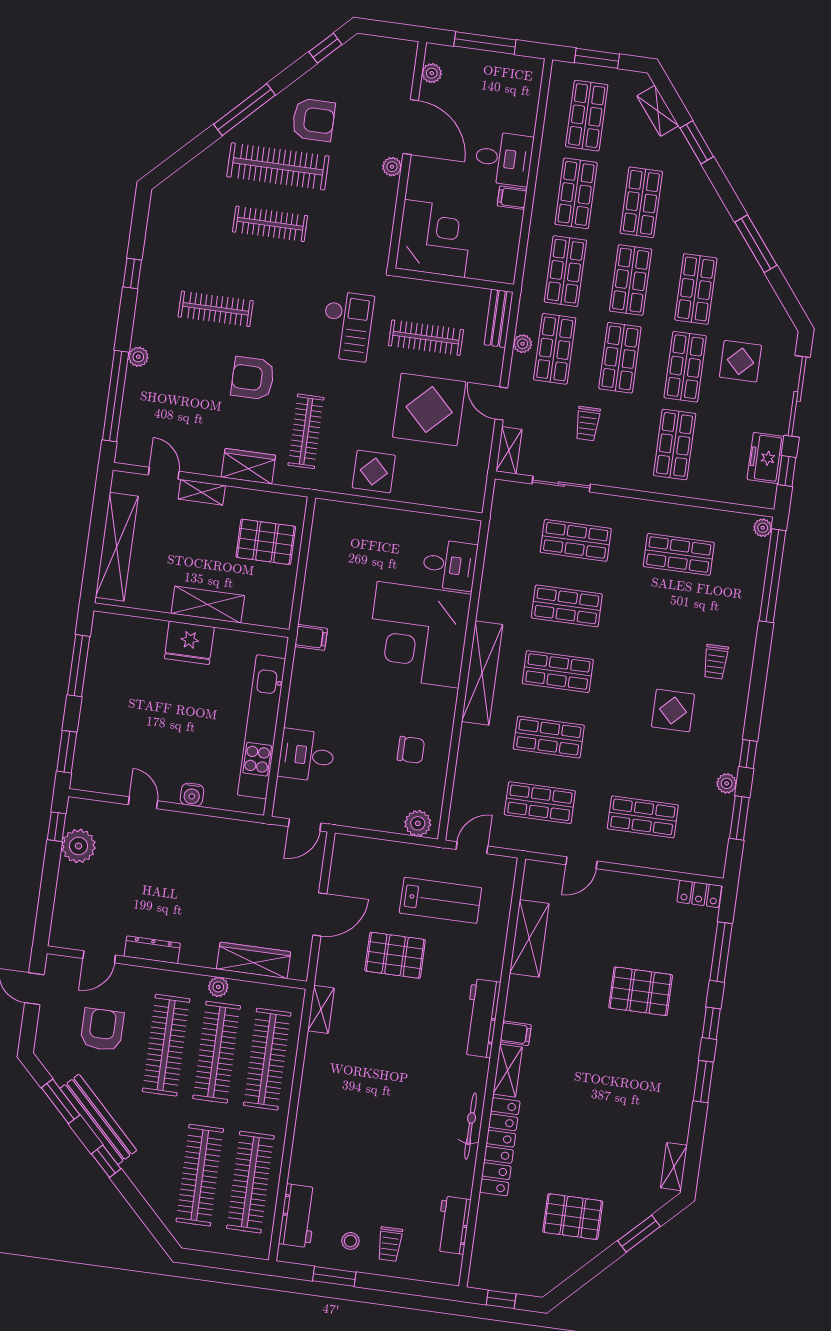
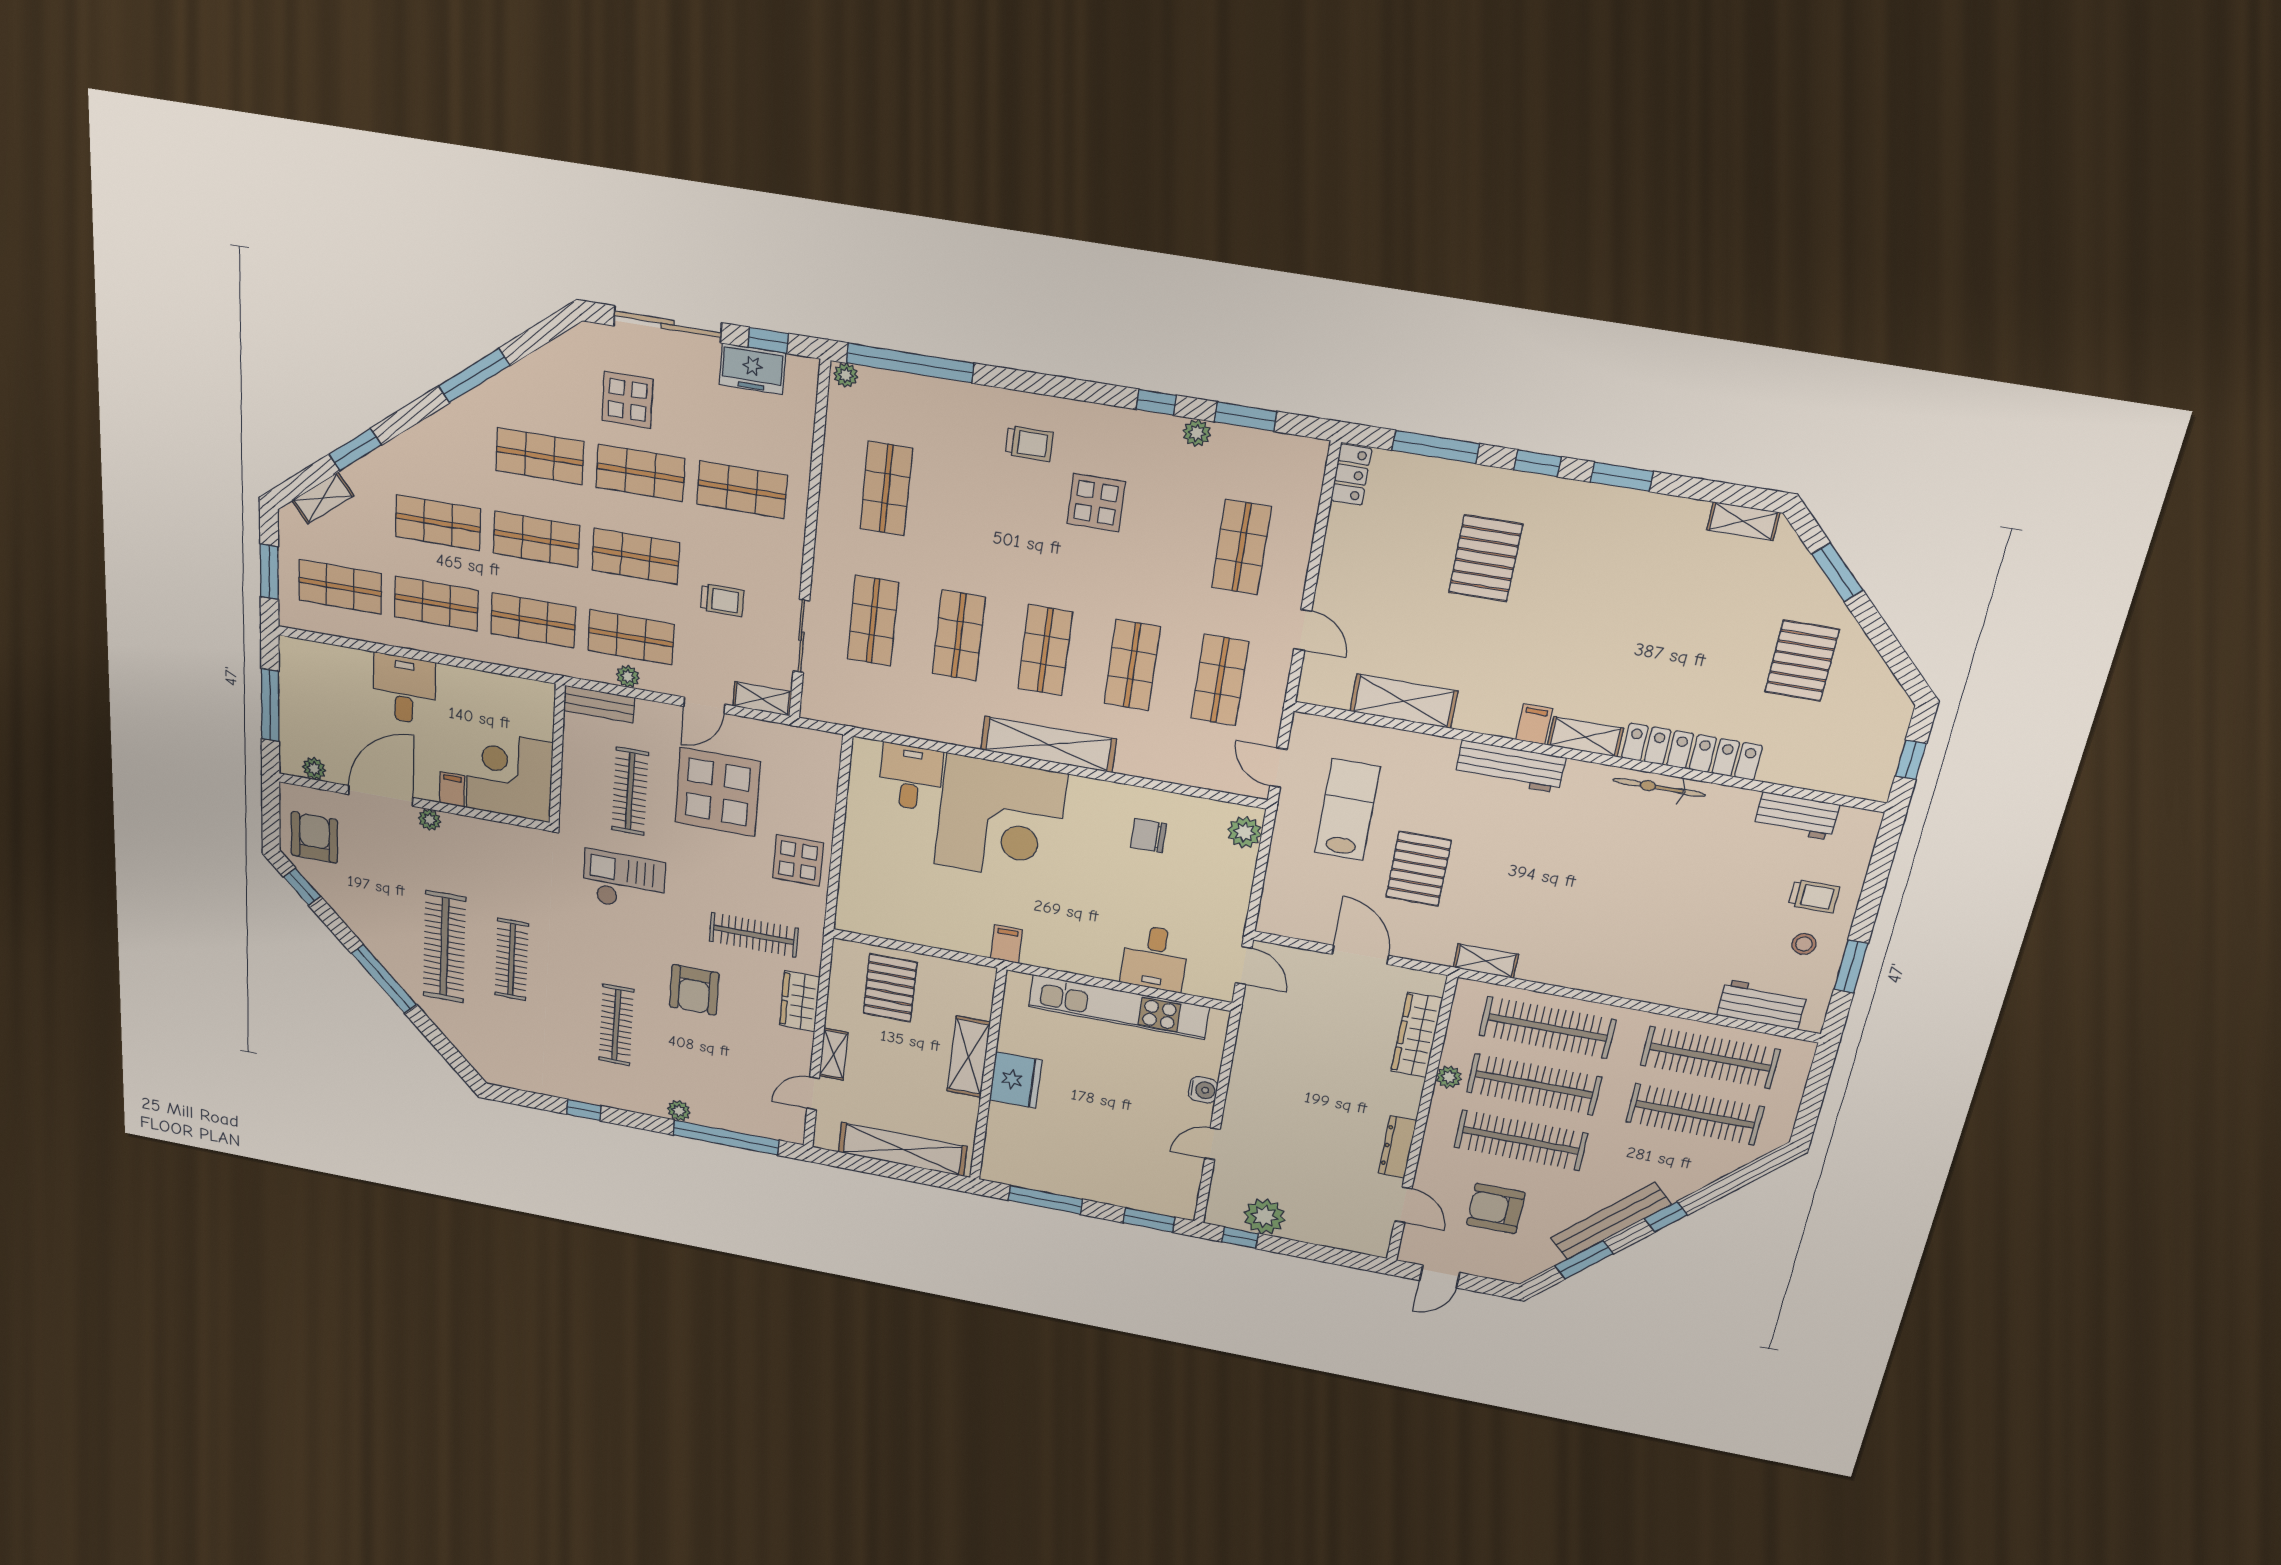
armchair: (313, 120) -> (314, 837), moved
filing cabinet: (512, 198) -> (452, 789), moved, turned 180
chair: (411, 750) -> (1148, 836), turned -90

